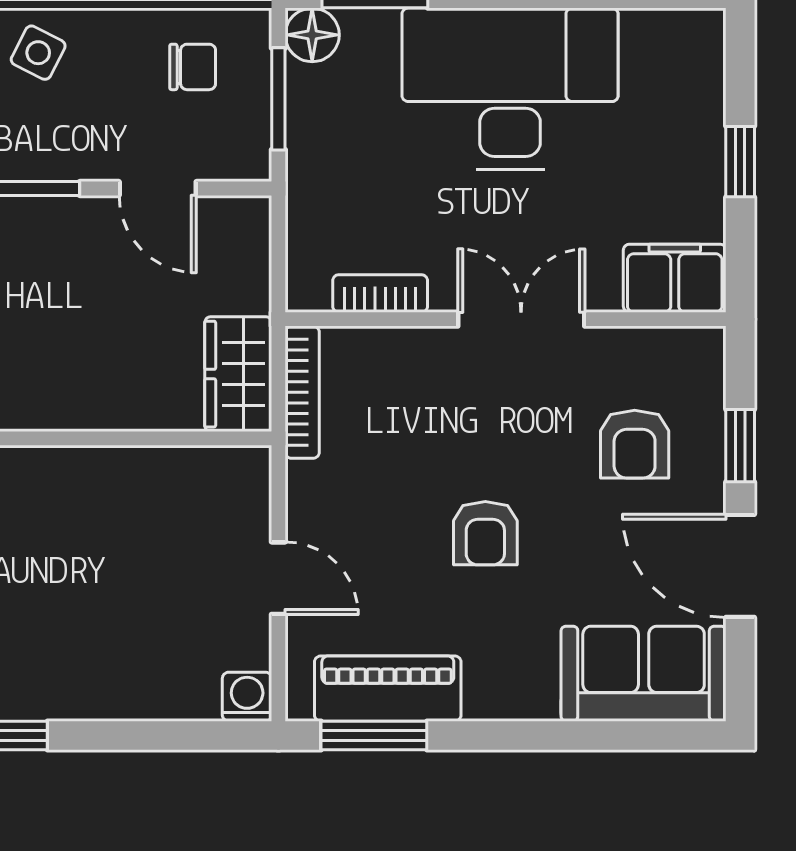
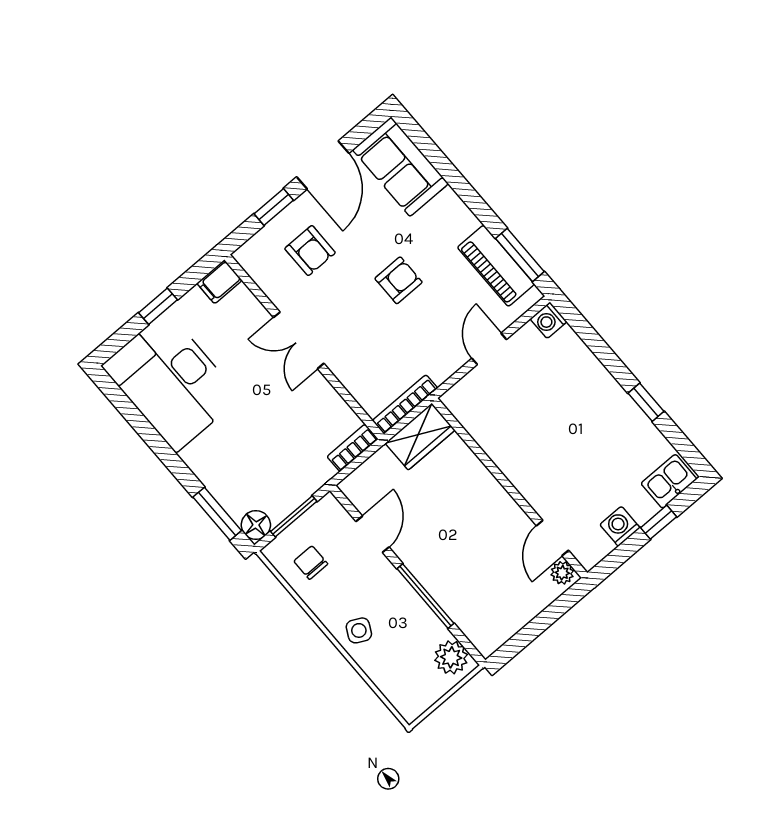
desk: (510, 89) -> (171, 381), moved
filing cabinet: (675, 278) -> (219, 282), width x0.50
bookcase: (380, 293) -> (353, 448), moved, turned 90
armchair: (635, 444) -> (310, 251), turned 90

